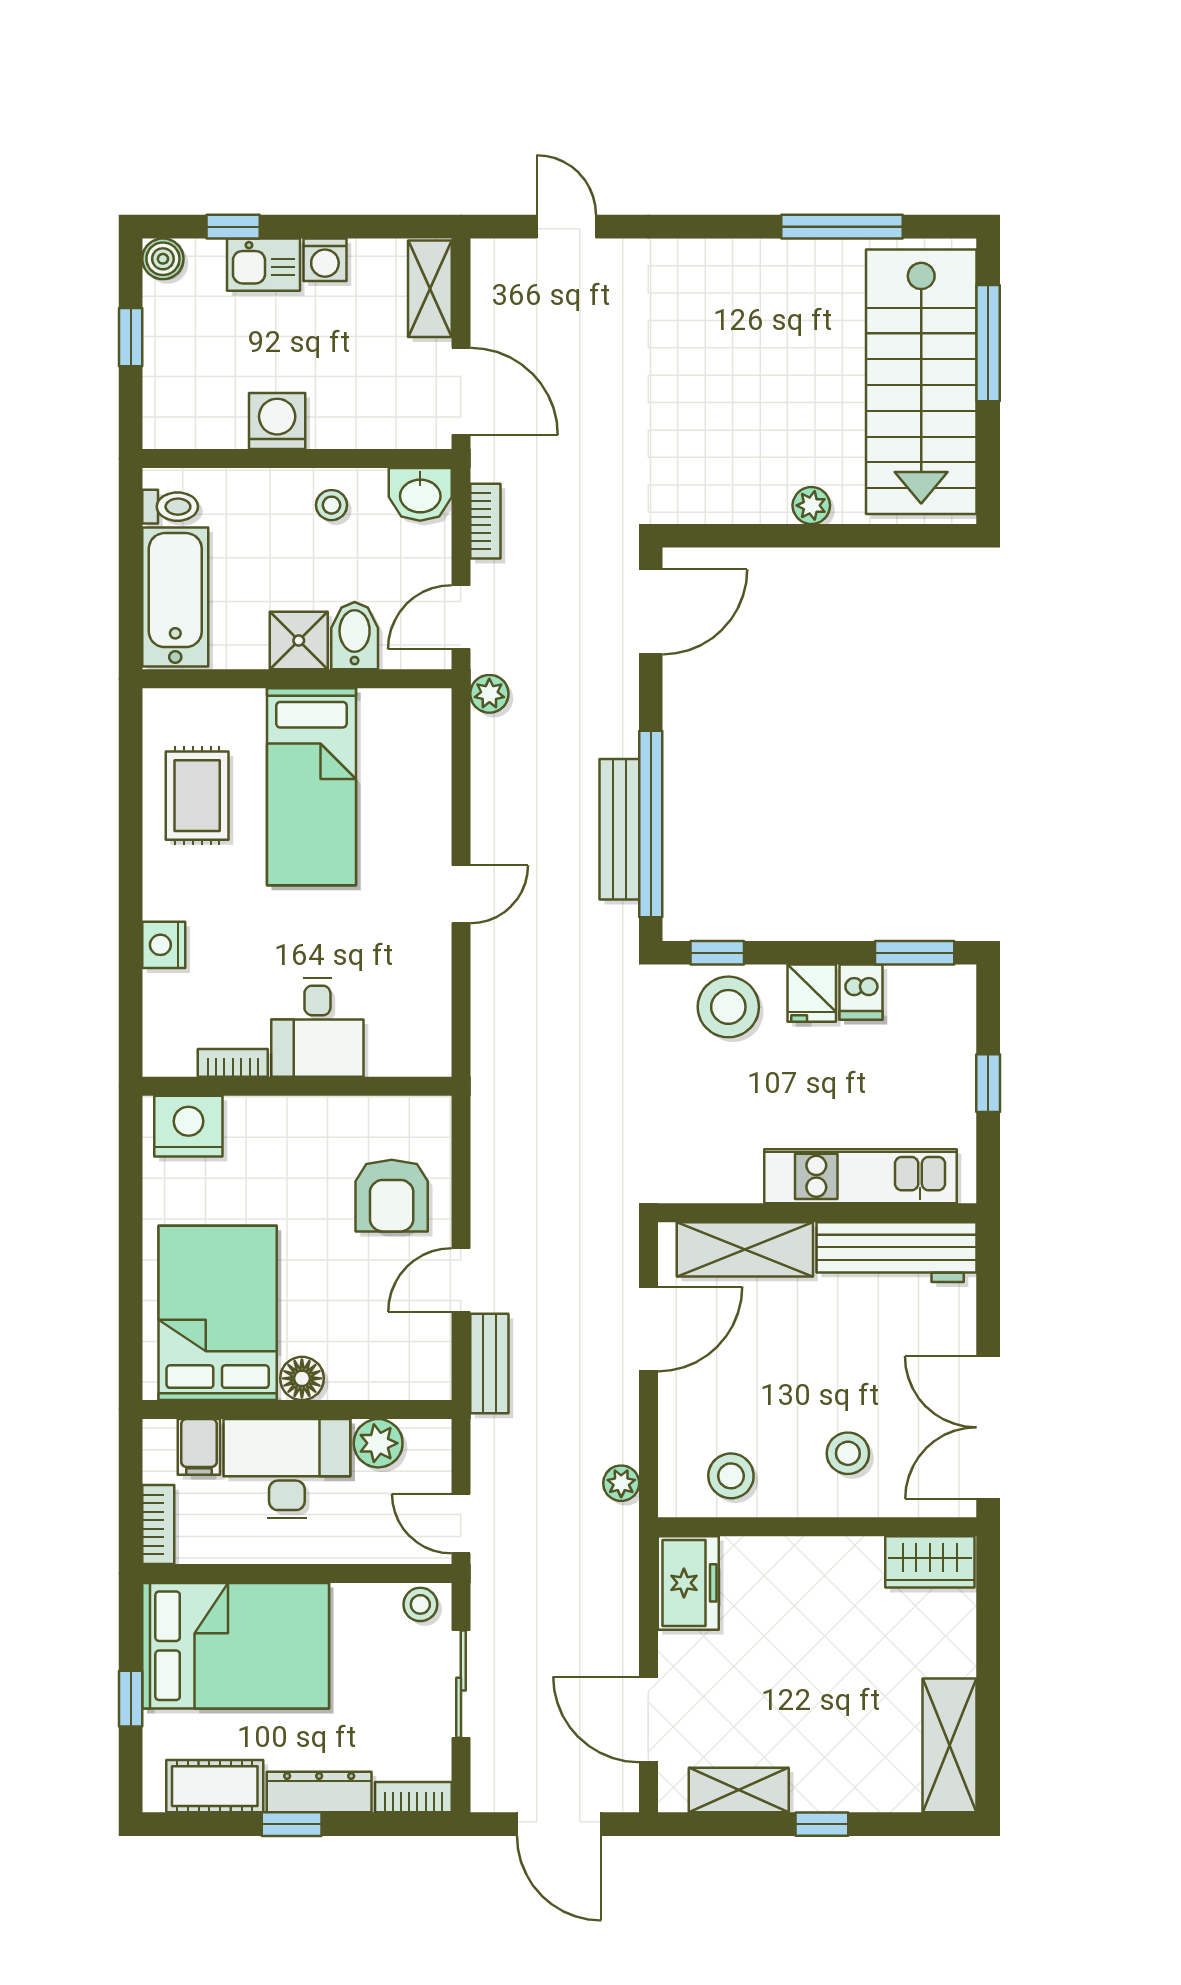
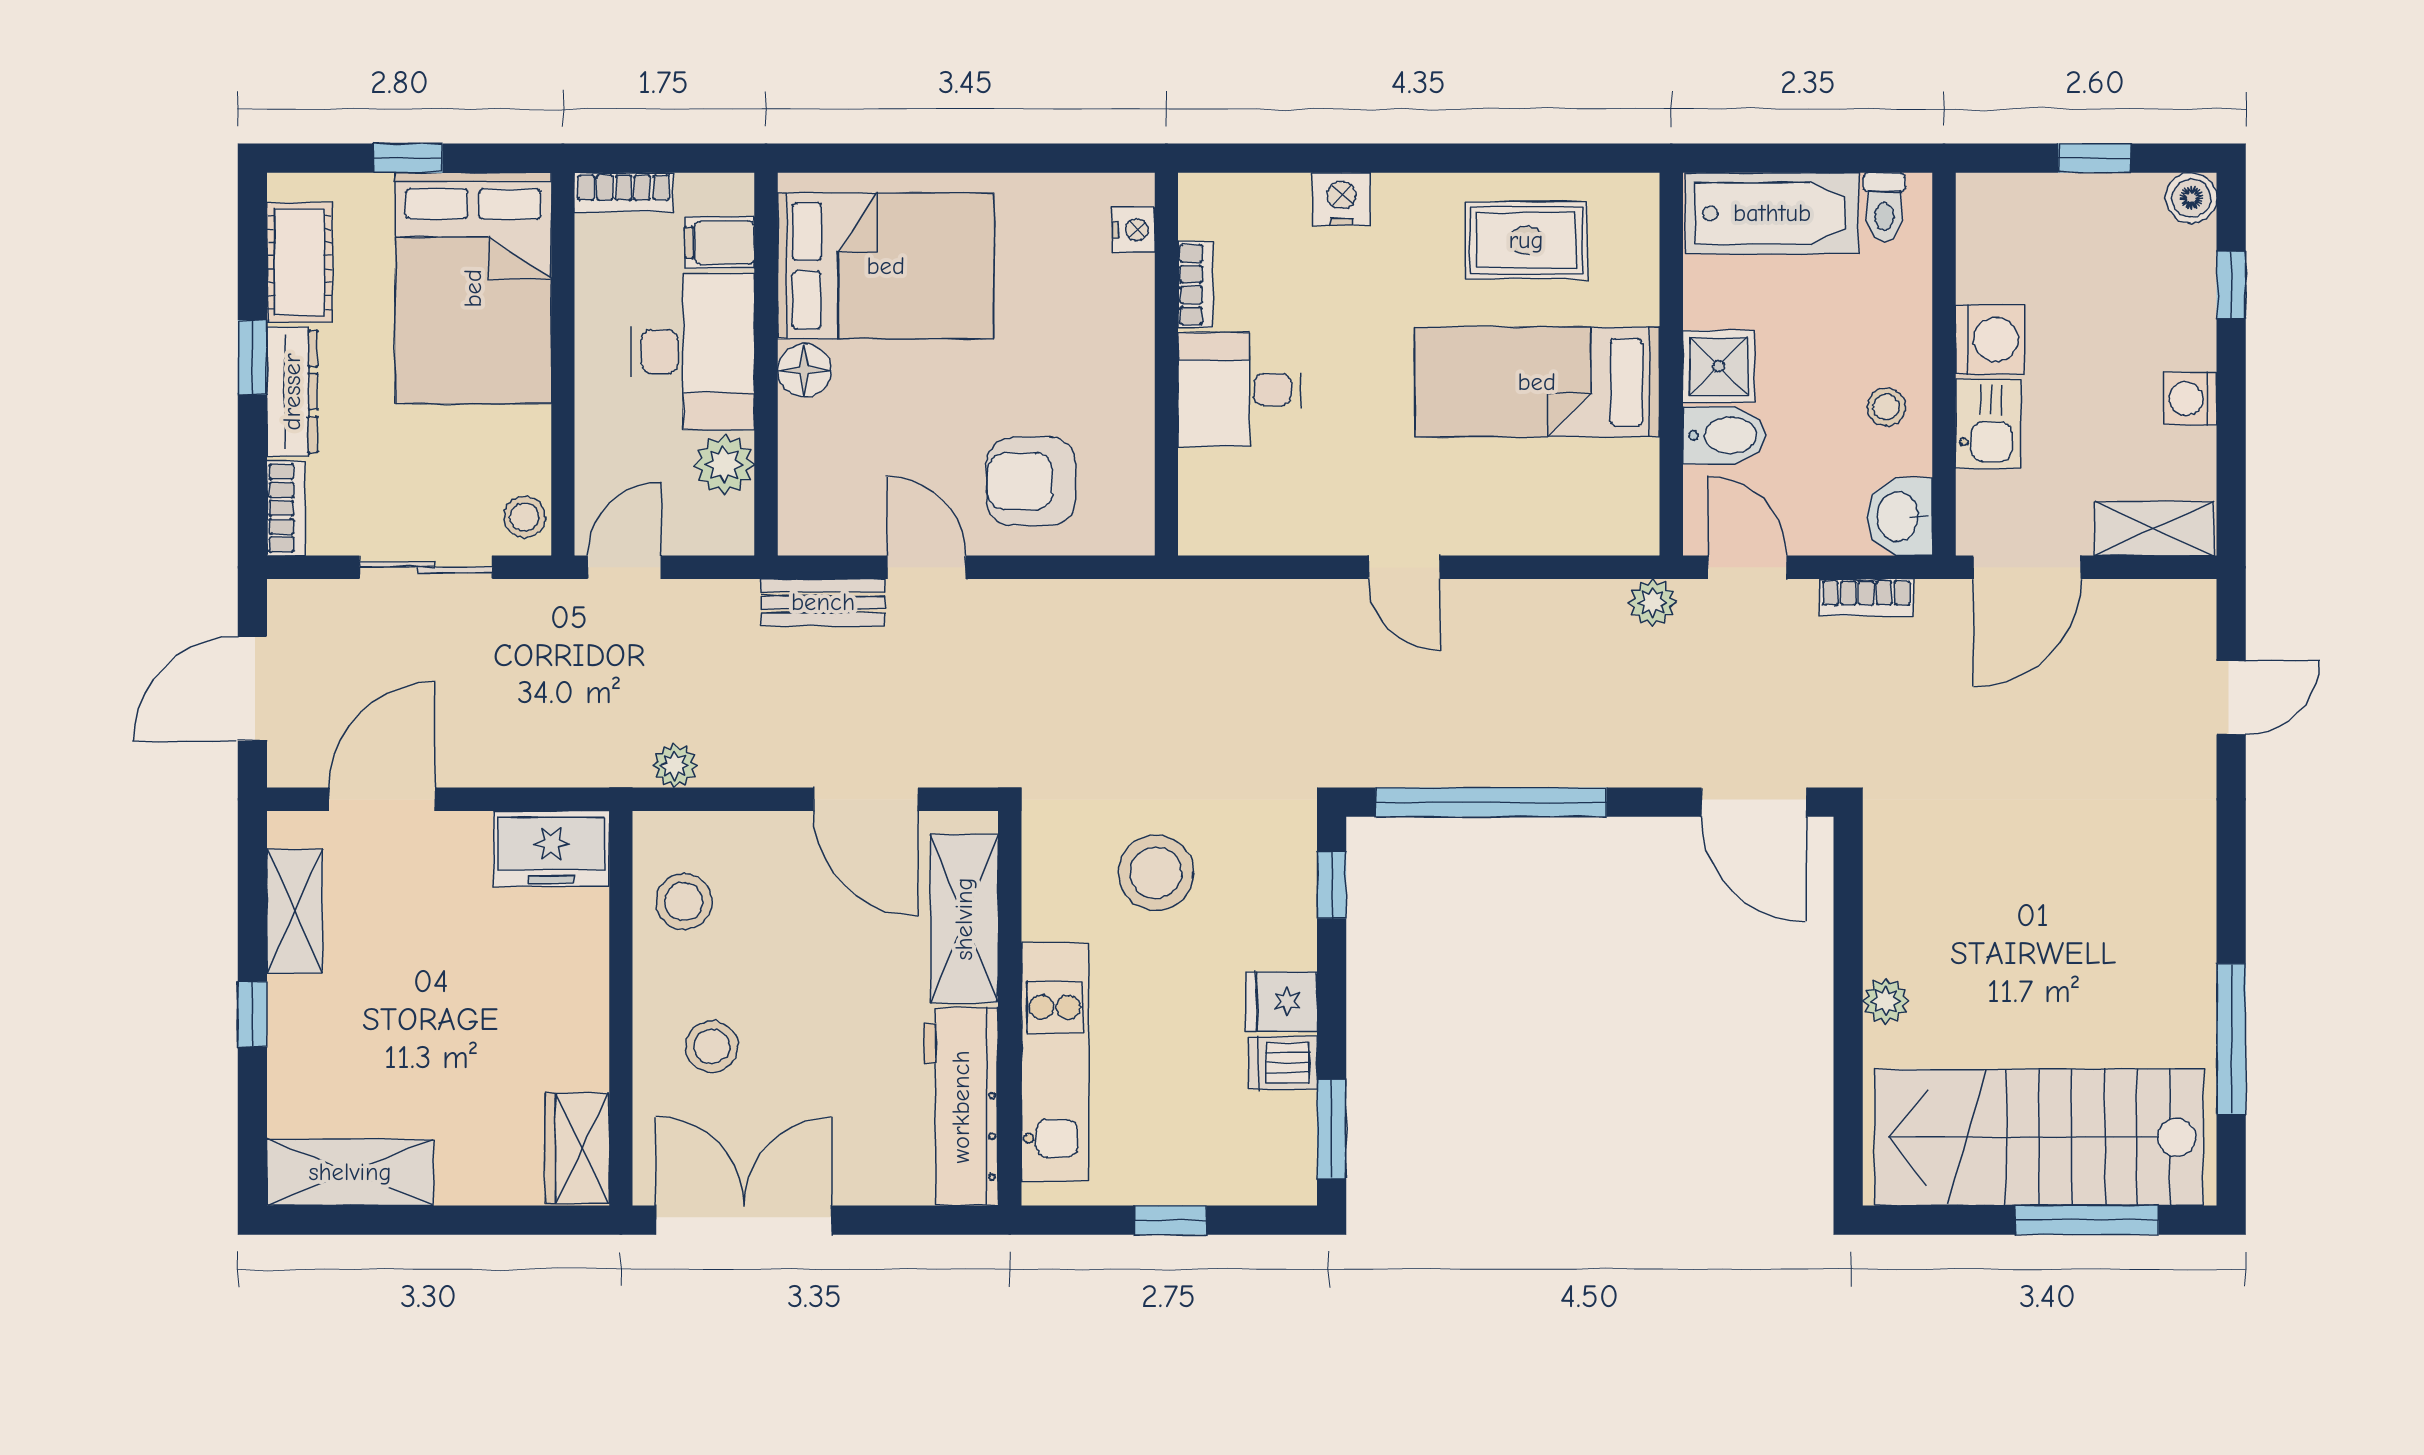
kitchen sink: (264, 265) -> (1988, 424), moved, turned 180
bench: (619, 829) -> (1485, 763), removed
stool: (728, 1007) -> (1156, 873), moved
nightstand: (188, 1126) -> (1134, 230), width x0.53, depth x0.56

